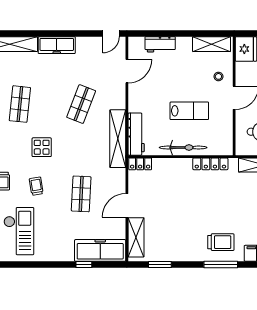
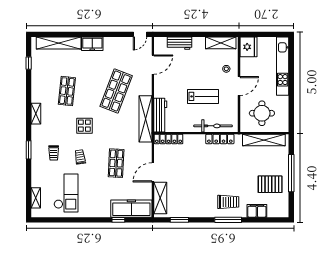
freezer: (57, 45) -> (92, 44), width x0.71
shop shelf: (81, 104) -> (116, 91), width x1.43, depth x1.36
bicycle: (183, 148) -> (213, 126), moved
locker: (140, 164) -> (169, 139), width x1.53

